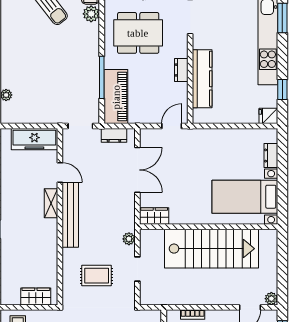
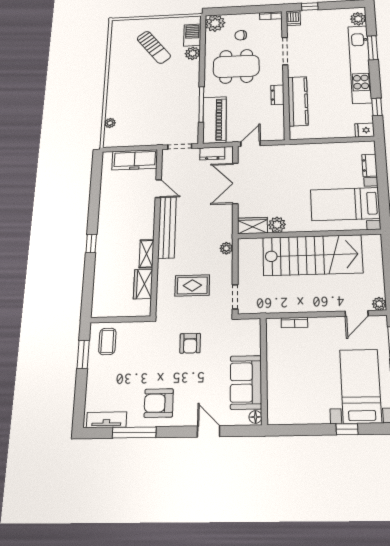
door: (172, 126) -> (251, 144), moved
double door: (137, 170) -> (235, 183), swing flipped
shelving: (51, 203) -> (146, 254), moved
plant: (178, 216) -> (277, 225), added
doorway: (137, 269) -> (235, 297), moved
wardrobe: (36, 296) -> (143, 284), moved, turned -90

